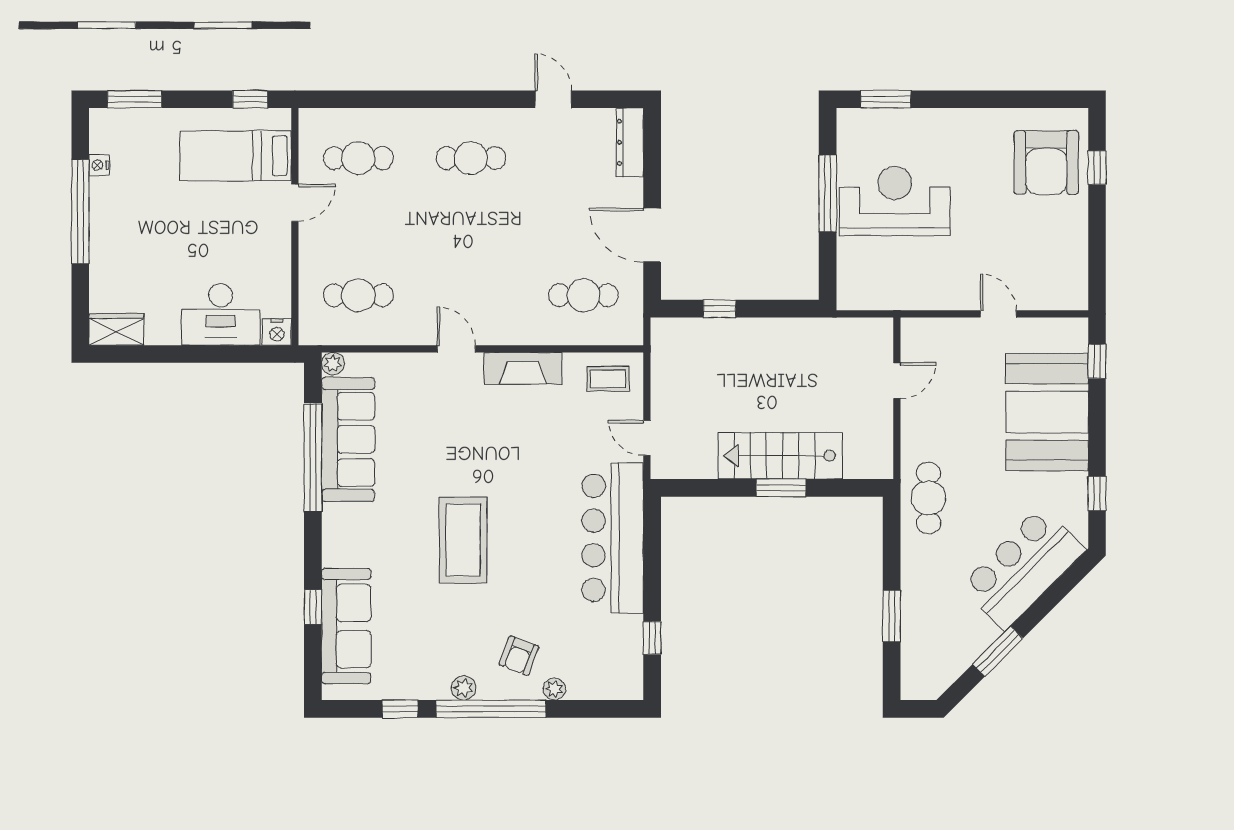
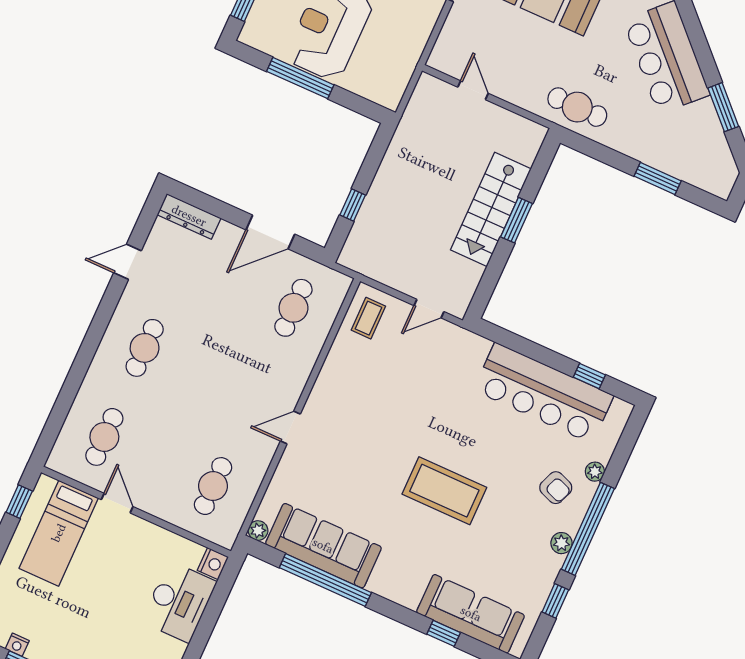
fireplace: (523, 368) -> (330, 382), removed
bar counter: (613, 538) -> (544, 393), moved

